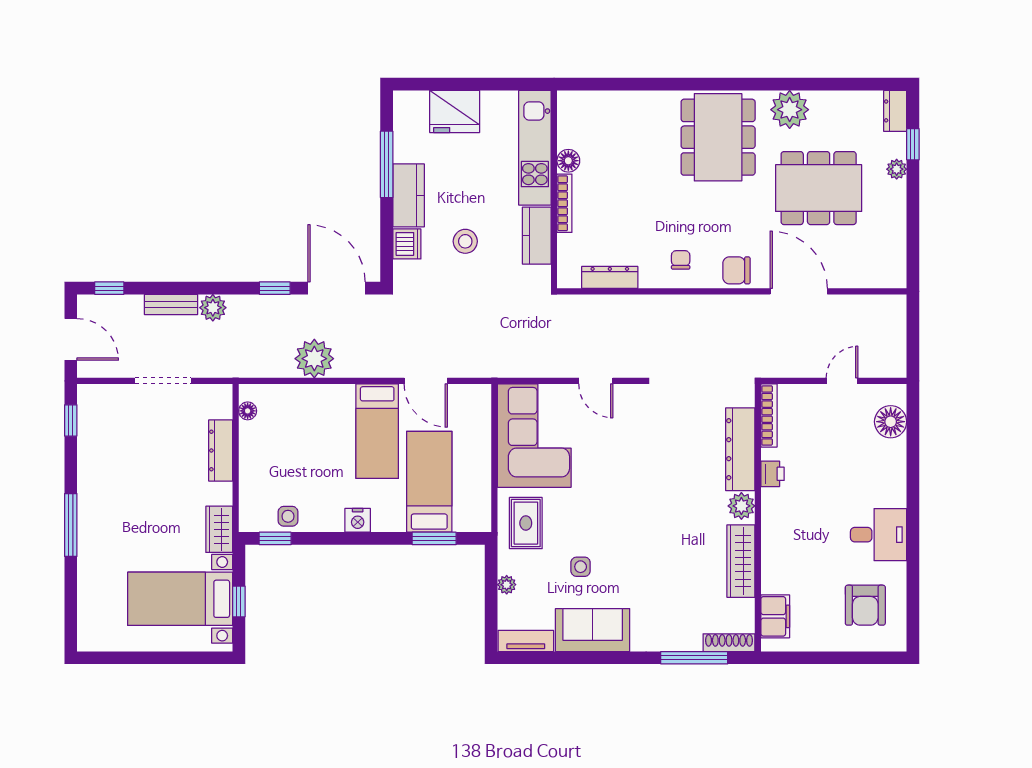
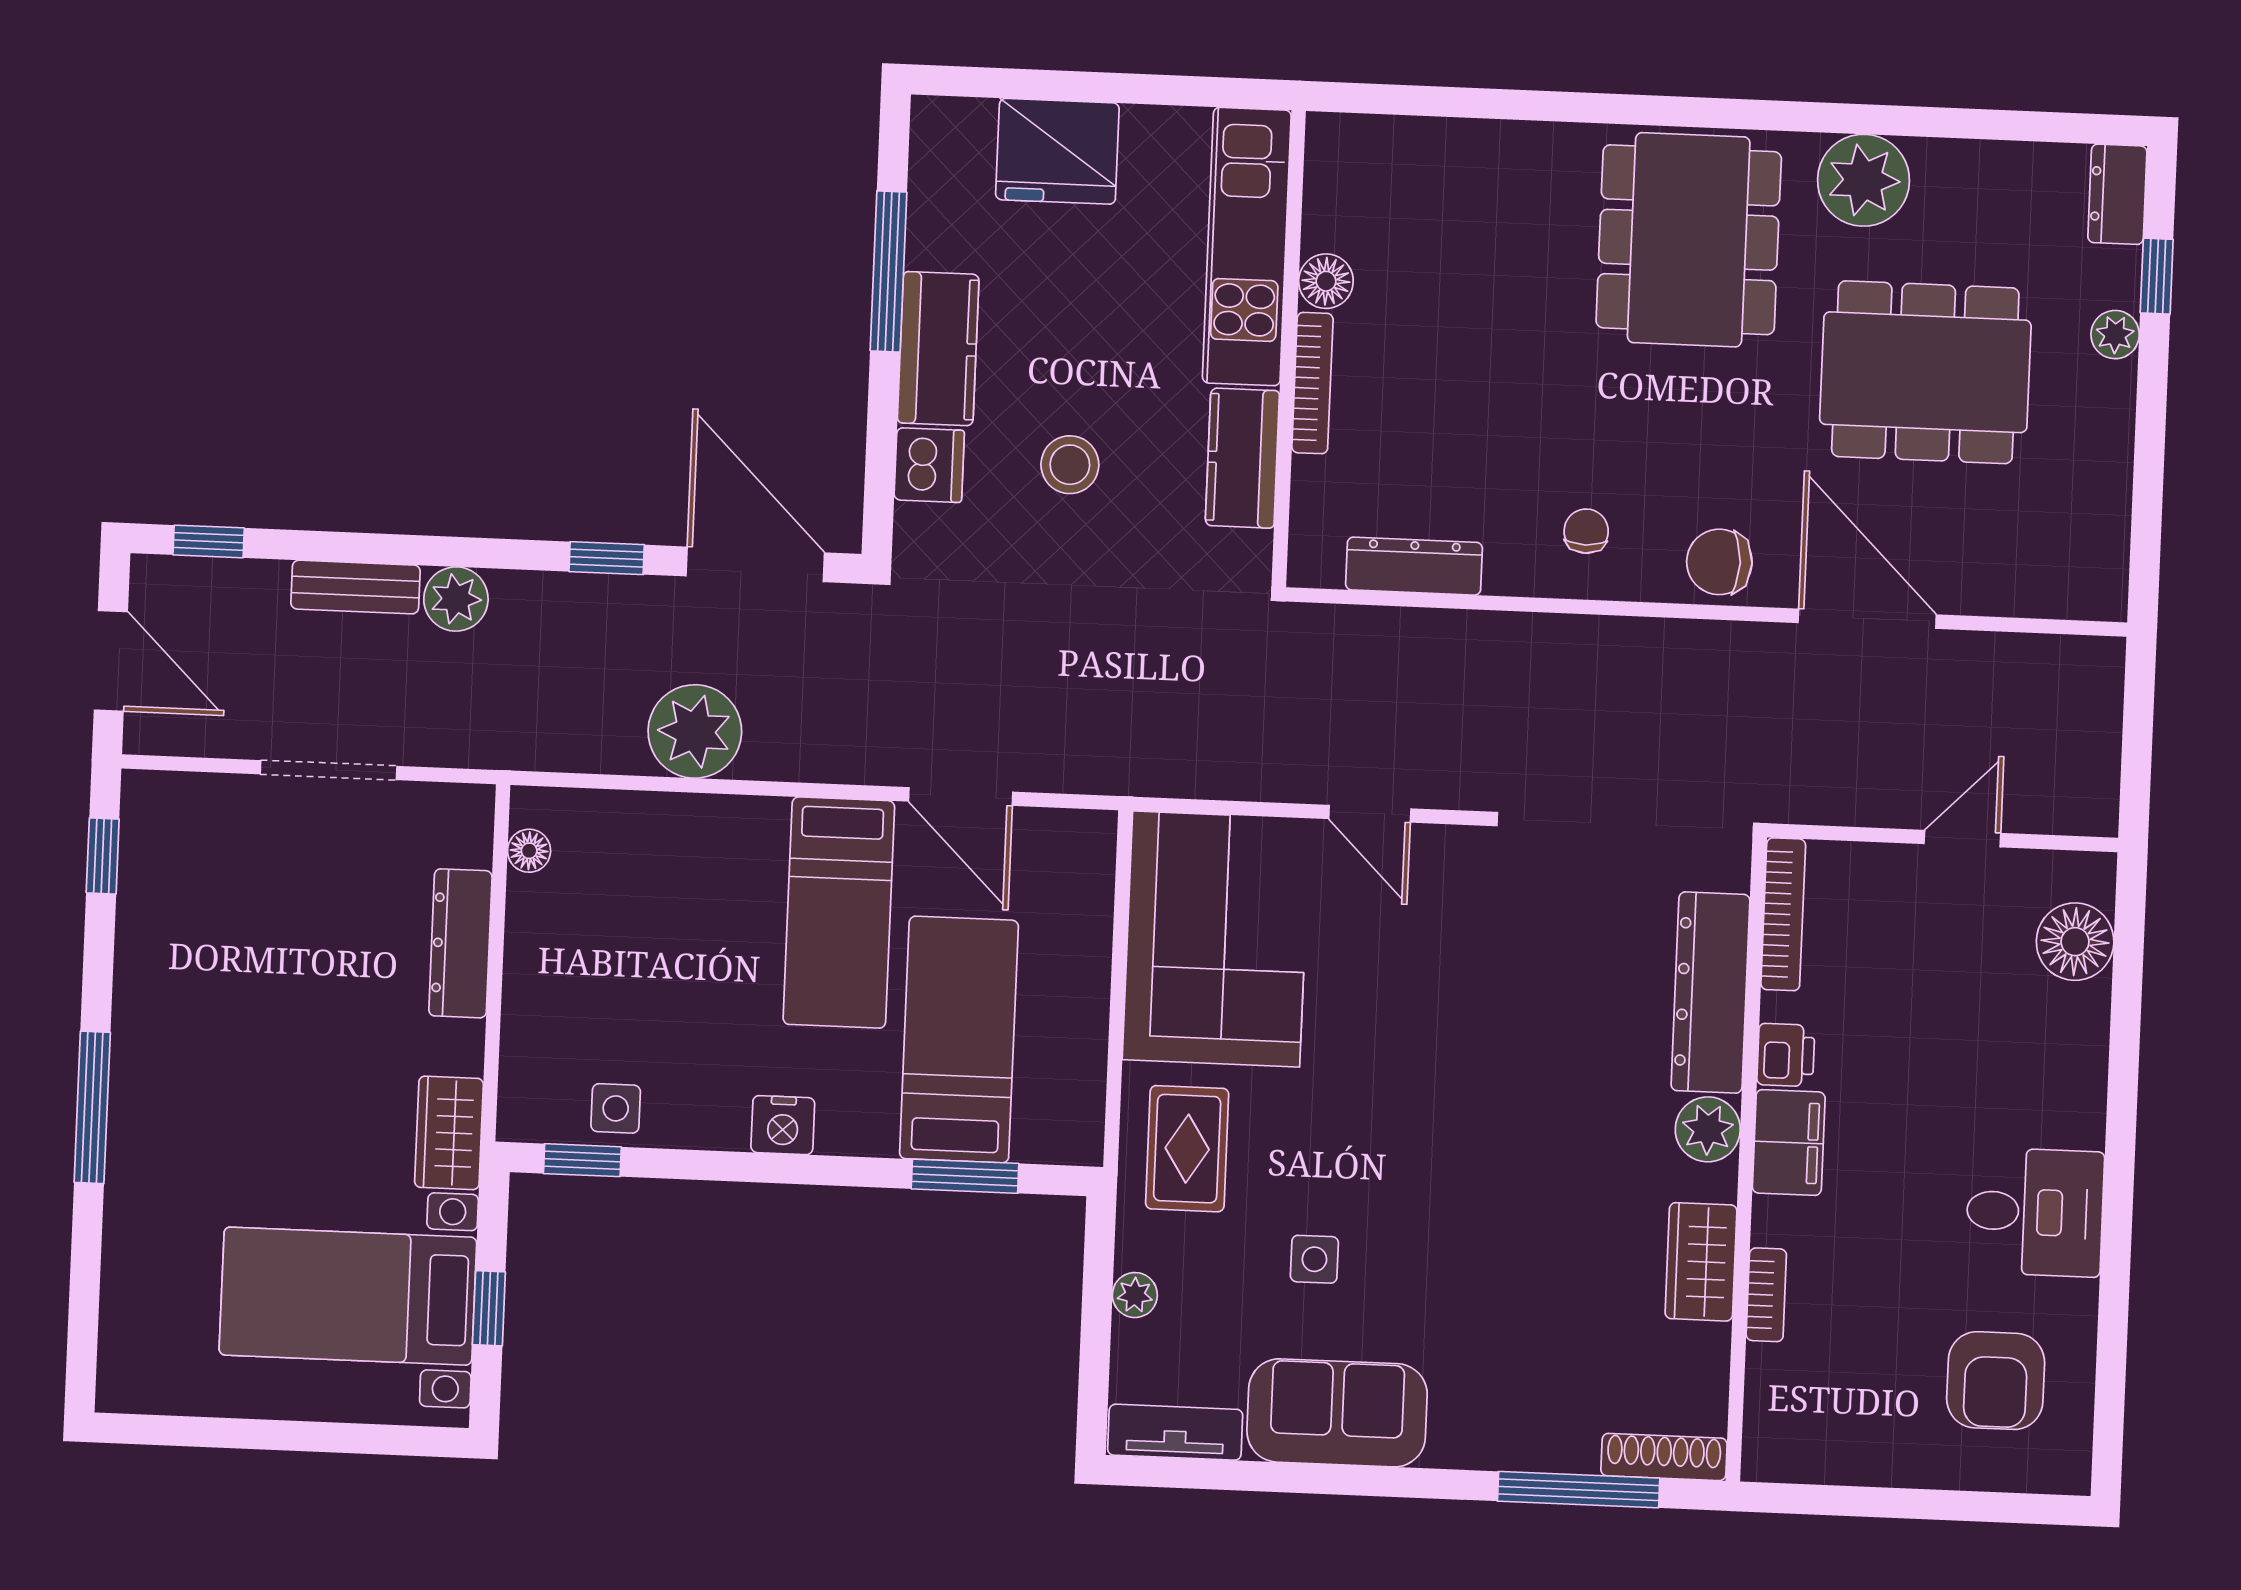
wardrobe: (741, 561) -> (1701, 1262), width x0.67
bookcase: (769, 574) -> (1766, 1295), added
filing cabinet: (775, 616) -> (1789, 1142), moved

